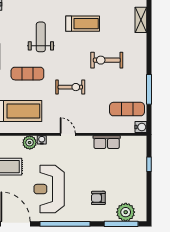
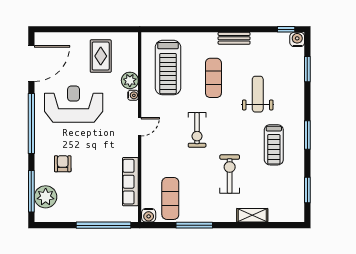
shelving: (141, 20) -> (252, 215), moved
weight bench: (41, 37) -> (258, 94), turned -90
row of seats: (107, 142) -> (130, 182), width x1.48
window: (149, 164) -> (103, 225), width x3.17

